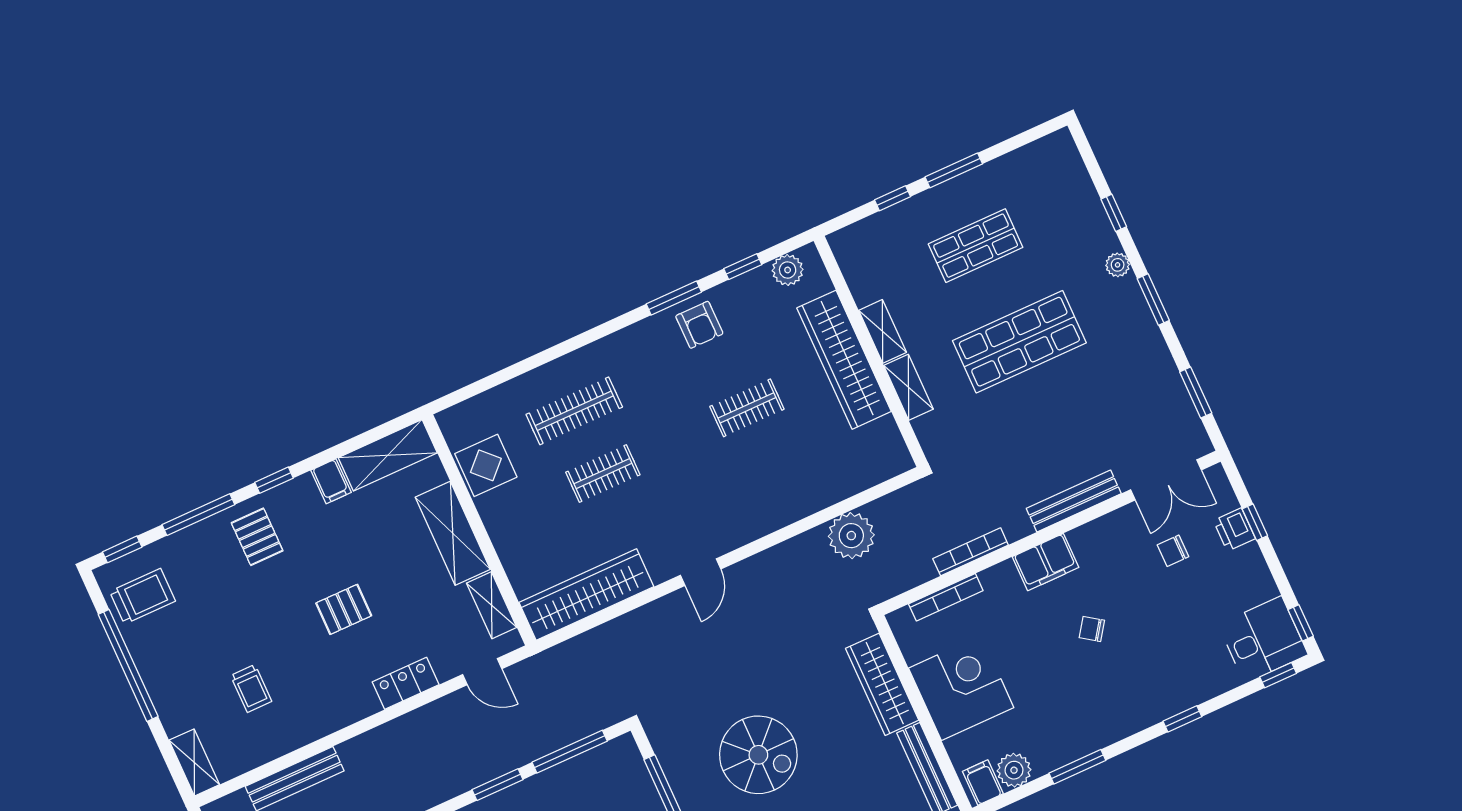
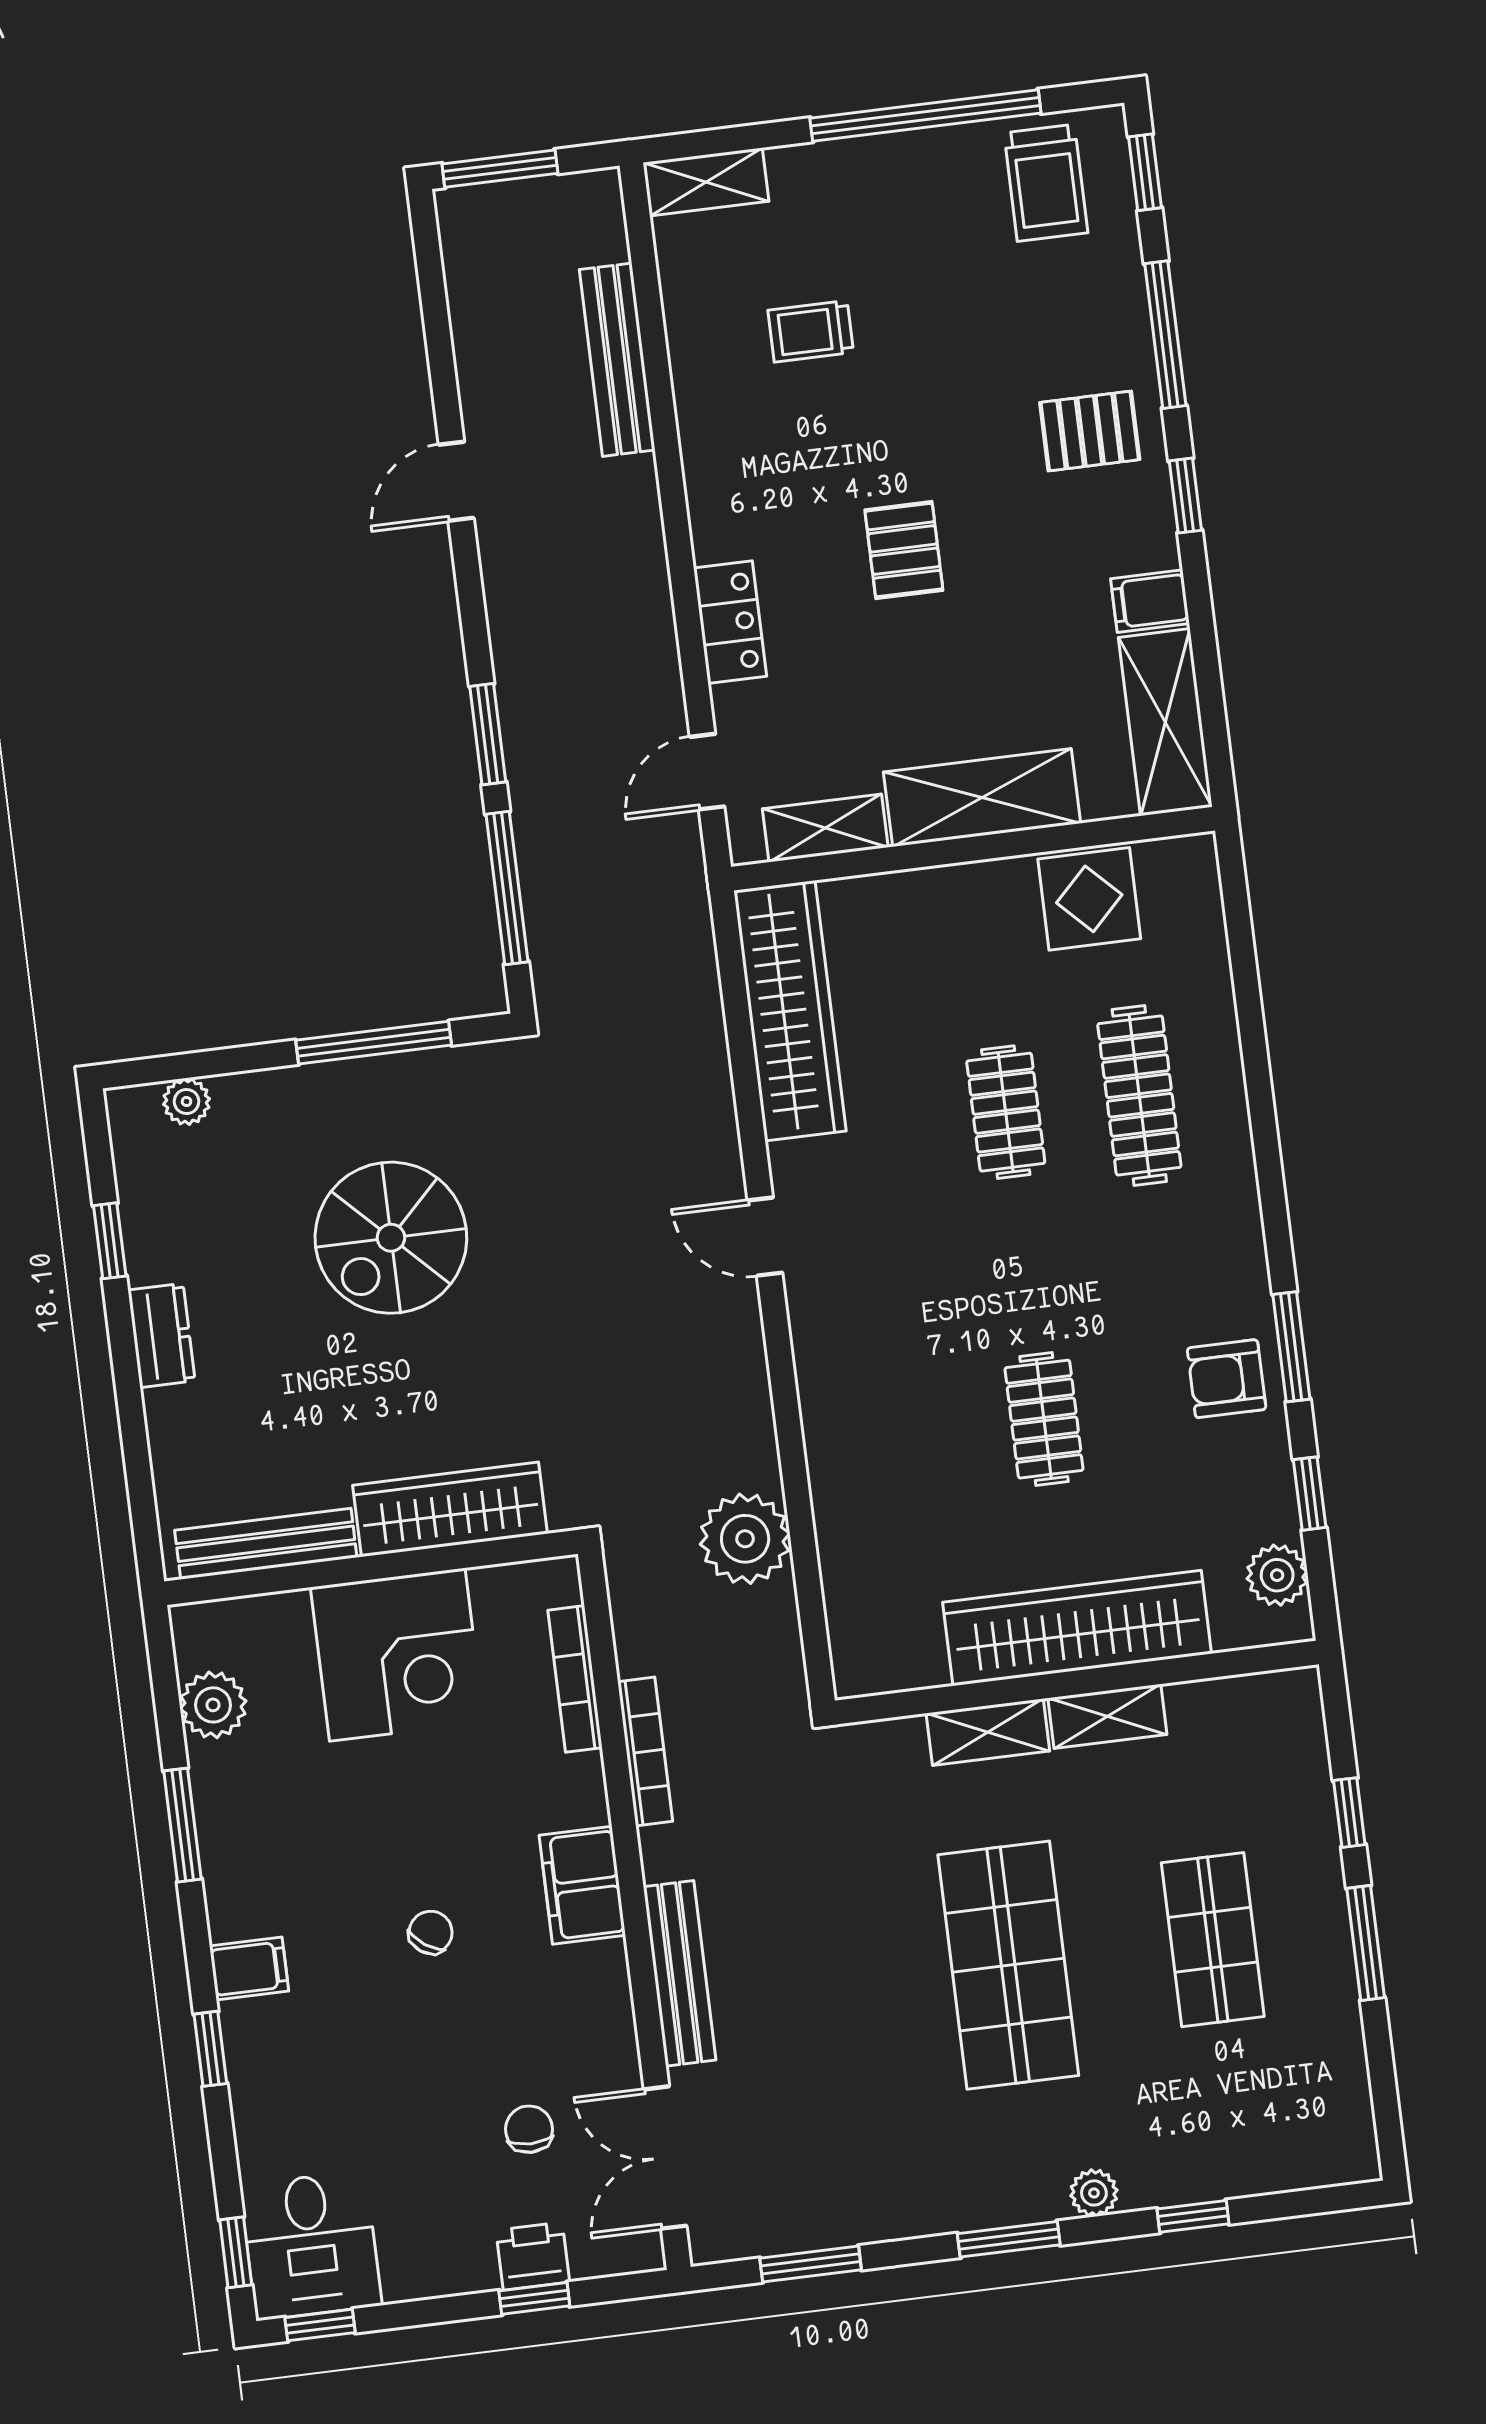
filing cabinet: (983, 783) -> (249, 1969), moved

